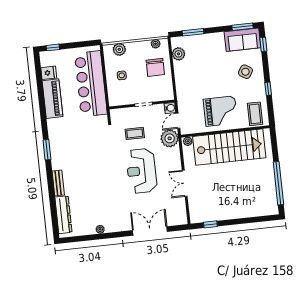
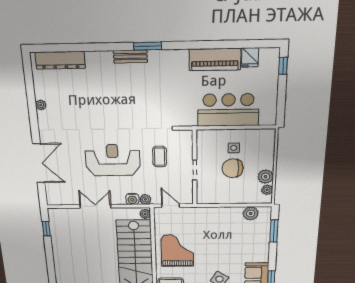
plant: (119, 49) -> (266, 177), moved
chair: (155, 67) -> (233, 168), moved
bar counter: (91, 84) -> (228, 110), width x0.73
water cooler: (170, 108) -> (132, 199), moved
grand piano: (220, 111) -> (177, 251), turned 180
plant: (170, 138) -> (145, 199), width x0.53, depth x0.53
bench: (58, 183) -> (130, 57), moved

